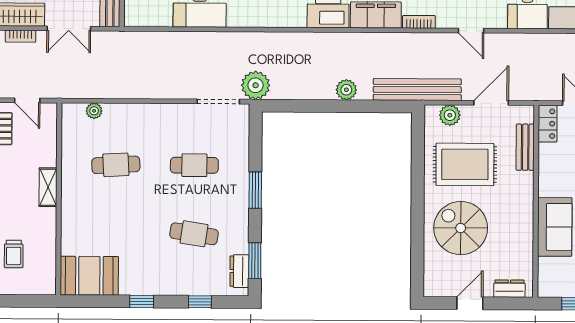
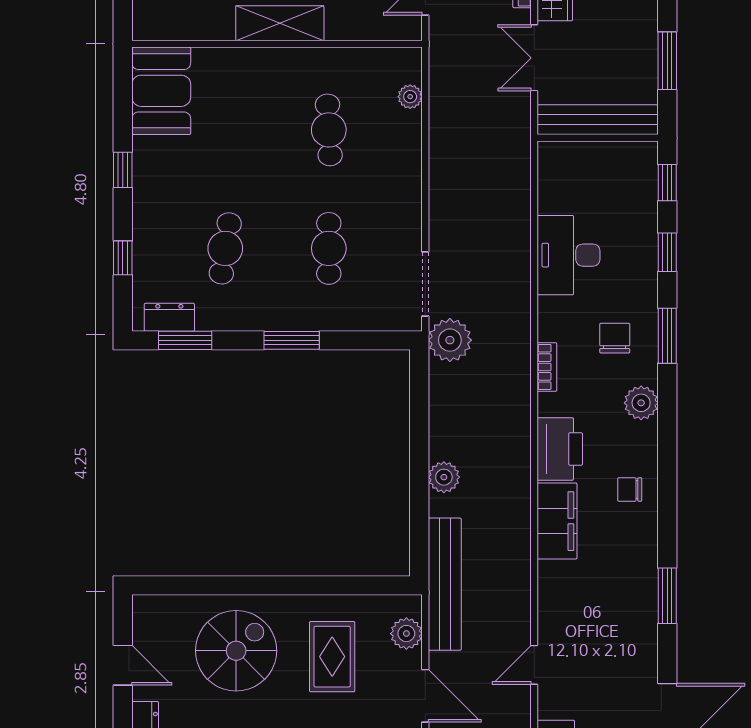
bookcase: (419, 22) -> (547, 367), moved
rug: (465, 164) -> (332, 657), width x0.73, depth x0.70
shelving: (48, 187) -> (280, 23), width x1.50, depth x1.33

